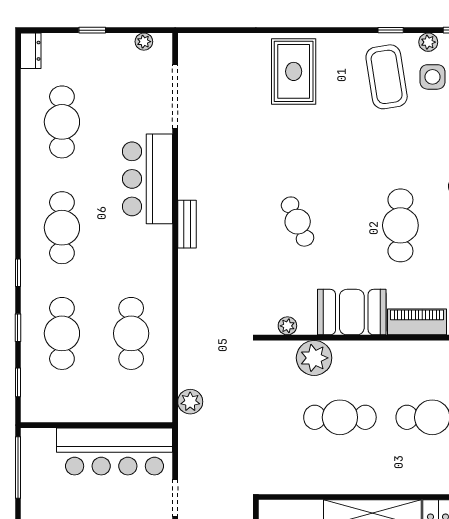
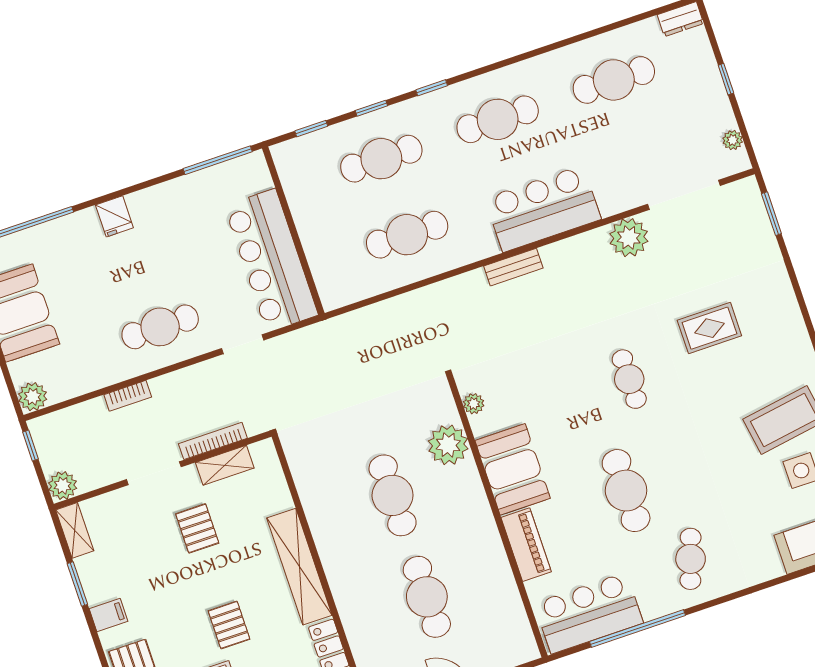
window: (215, 30) -> (771, 214), added
rug: (294, 71) -> (709, 328), moved, width x0.73, depth x0.70
bar counter: (147, 179) -> (543, 209), moved
cafe table: (298, 222) -> (629, 379), moved, turned -66
bench: (187, 224) -> (513, 267), moved
cafe table: (400, 225) -> (626, 491), turned 90
plant: (190, 402) -> (629, 238), moved, width x1.36, depth x1.36

